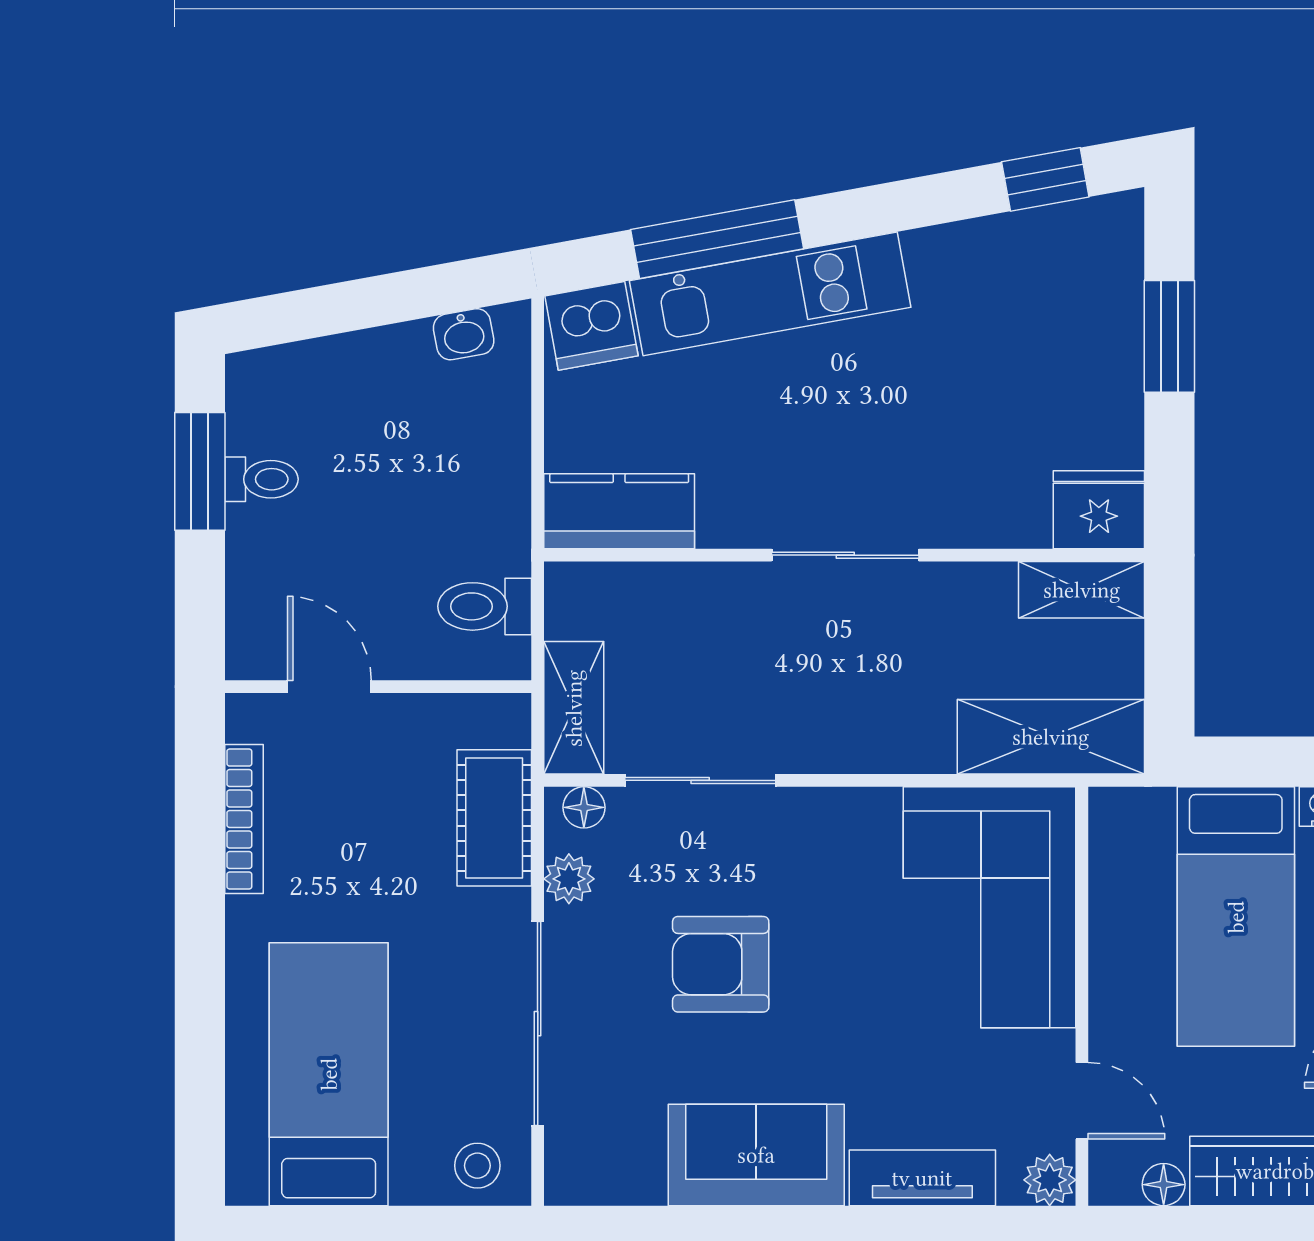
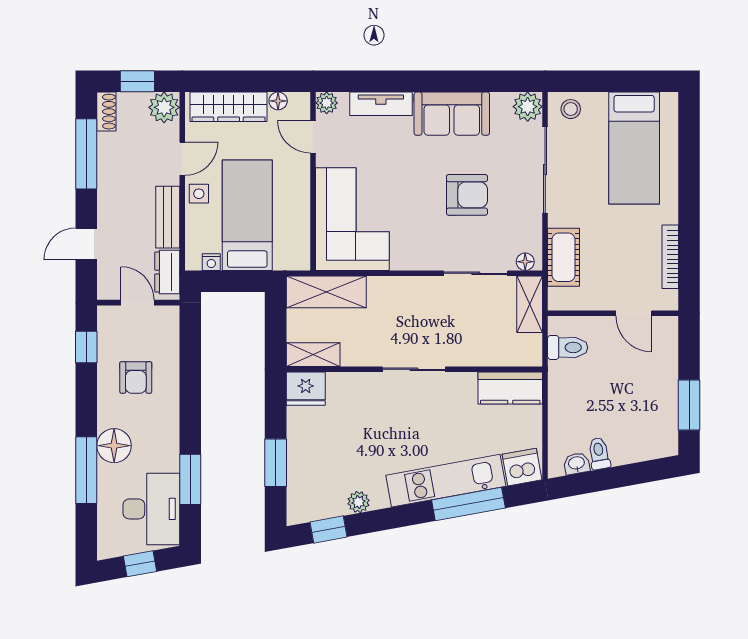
plant: (975, 244) -> (358, 502), added
toilet: (261, 479) -> (599, 454), moved, turned 80
plant: (569, 879) -> (528, 107), moved, width x1.38, depth x1.38

